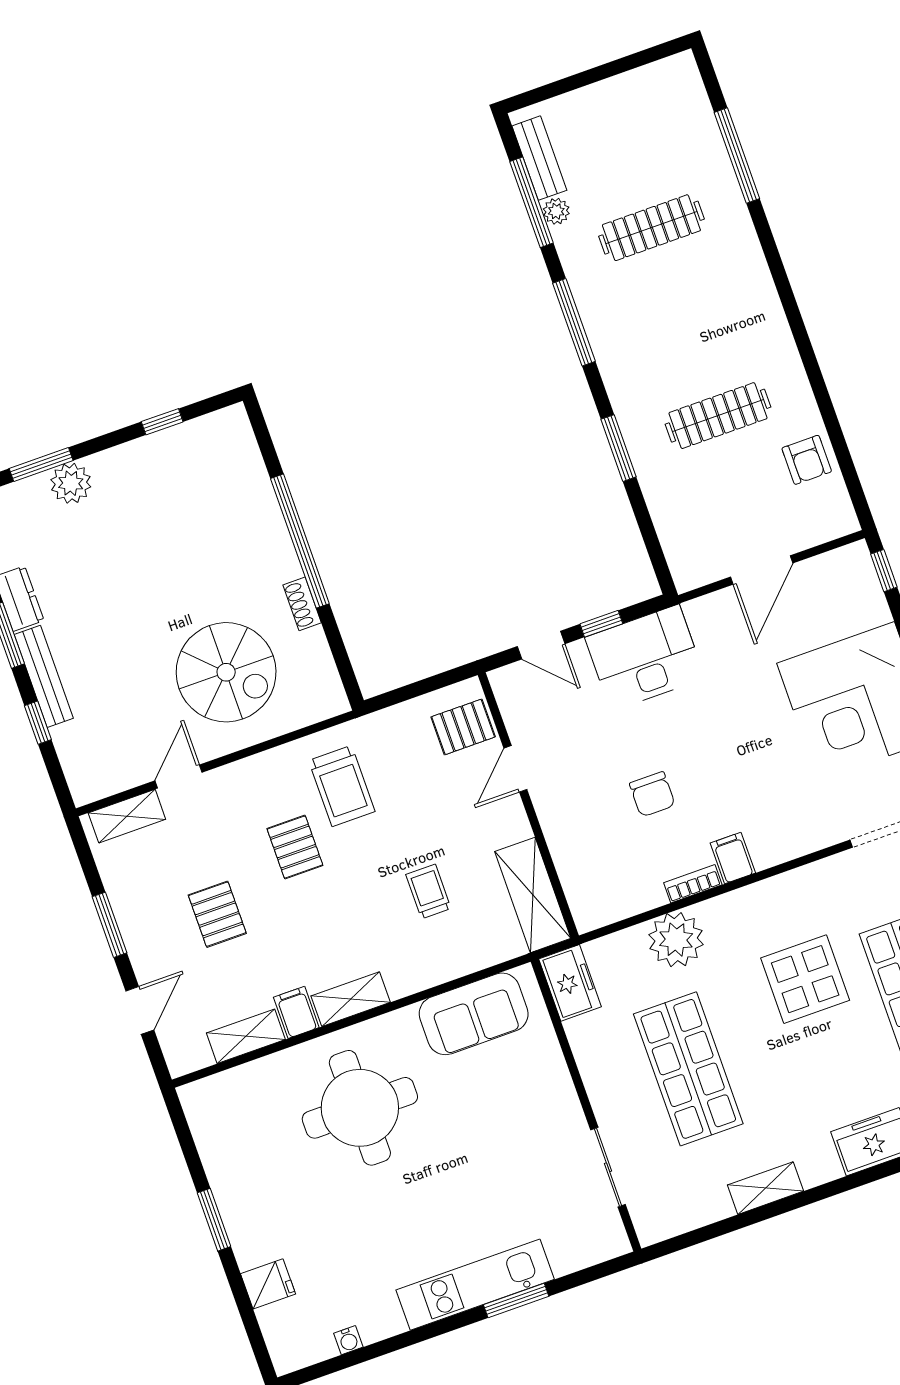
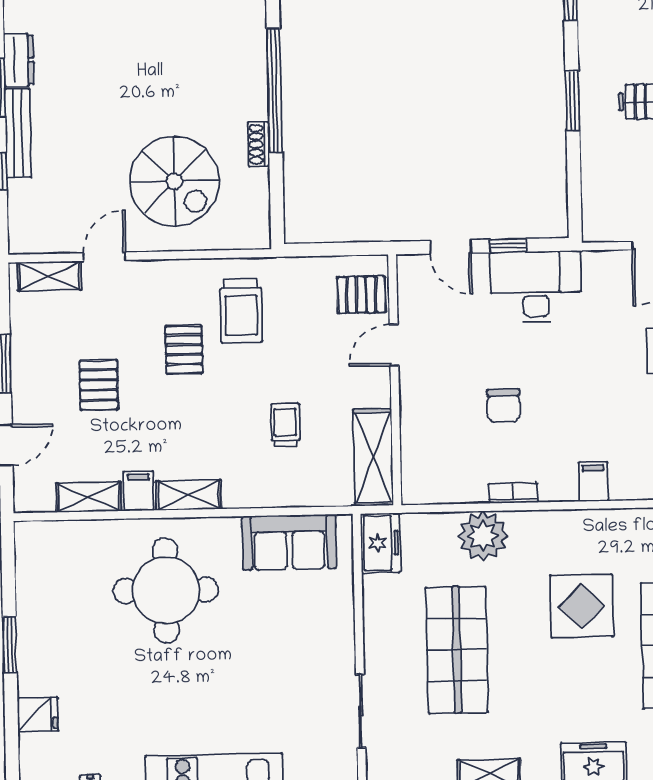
filing cabinet: (733, 858) -> (593, 482), moved

